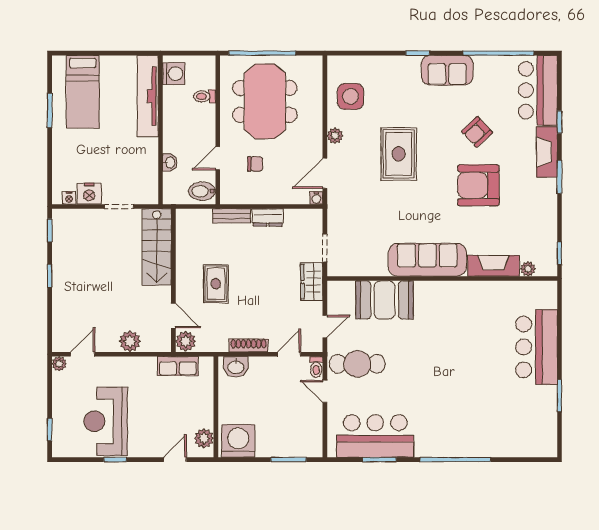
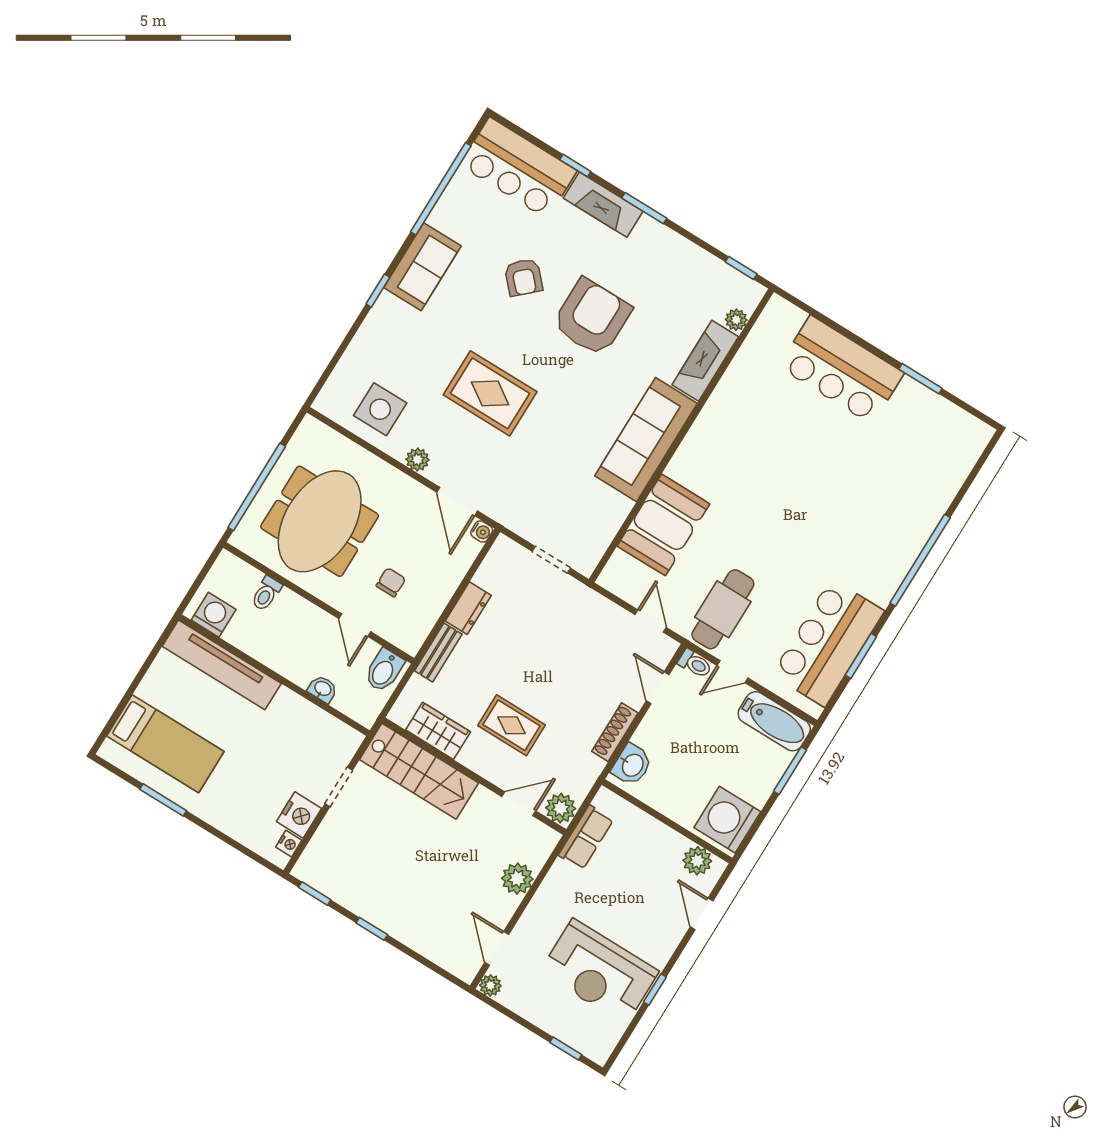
meeting table: (265, 101) -> (320, 521), turned 90
armchair: (478, 185) -> (592, 317), turned 180
wardrobe: (312, 282) -> (438, 731), moved, turned 180
bathtub: (311, 433) -> (774, 721), added

